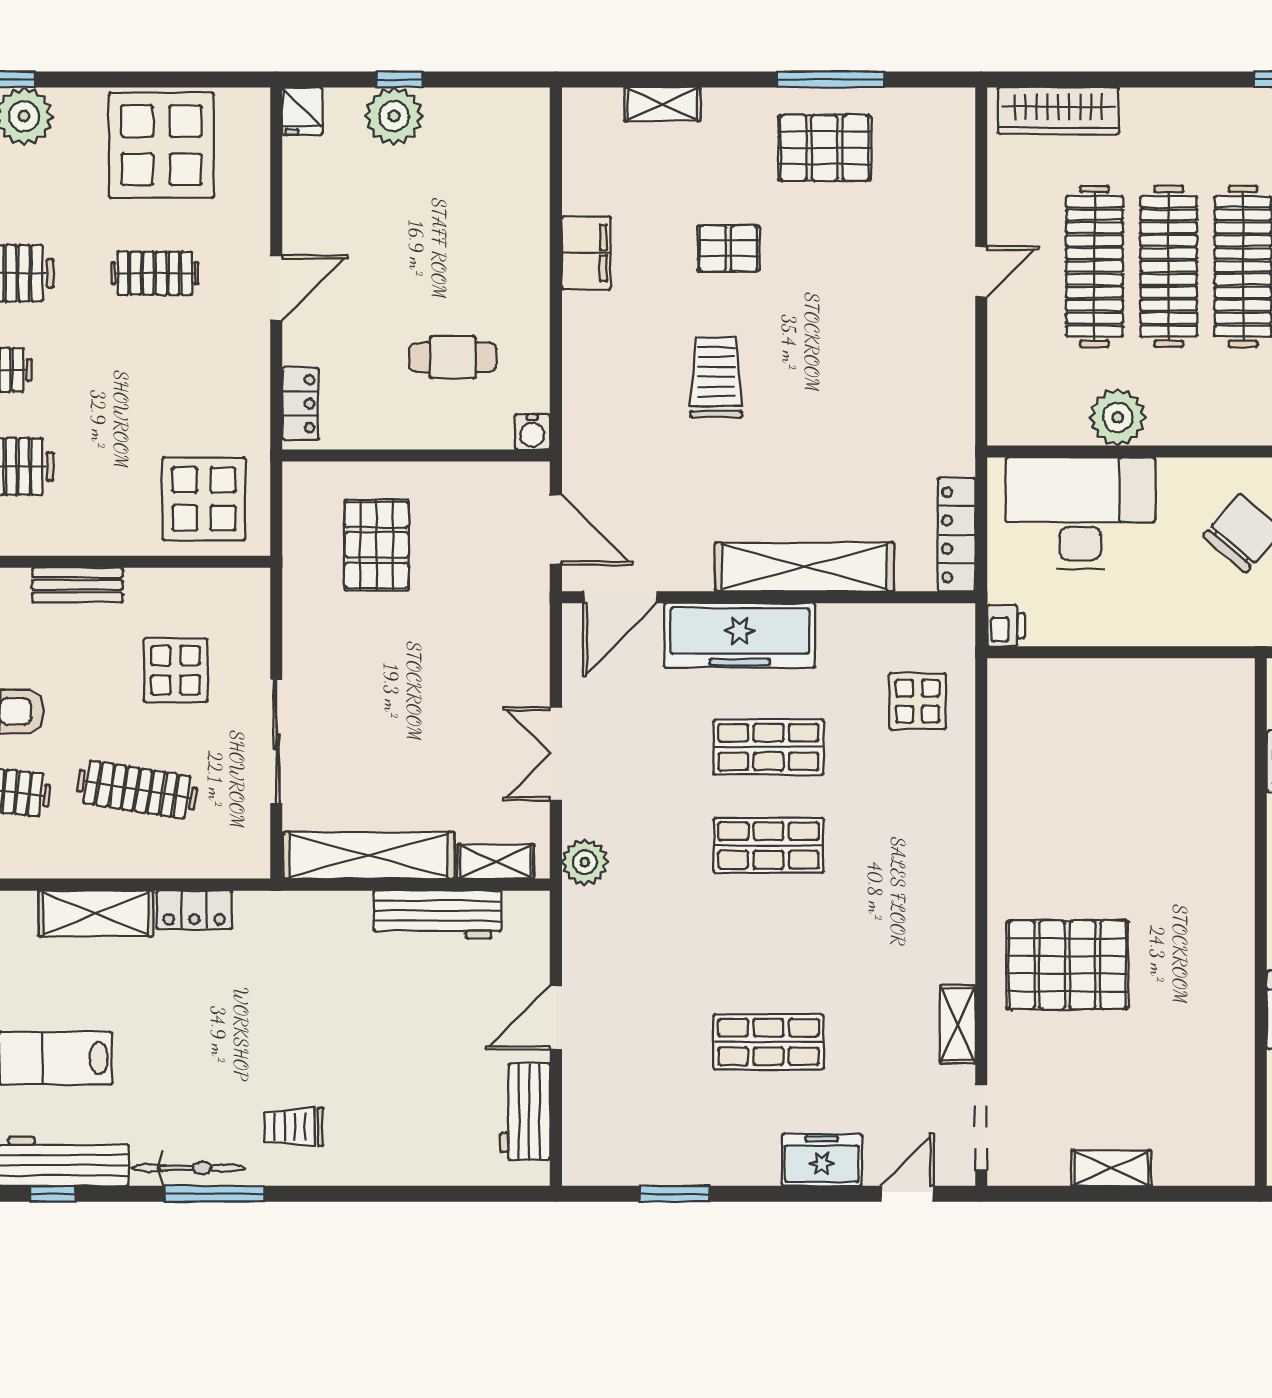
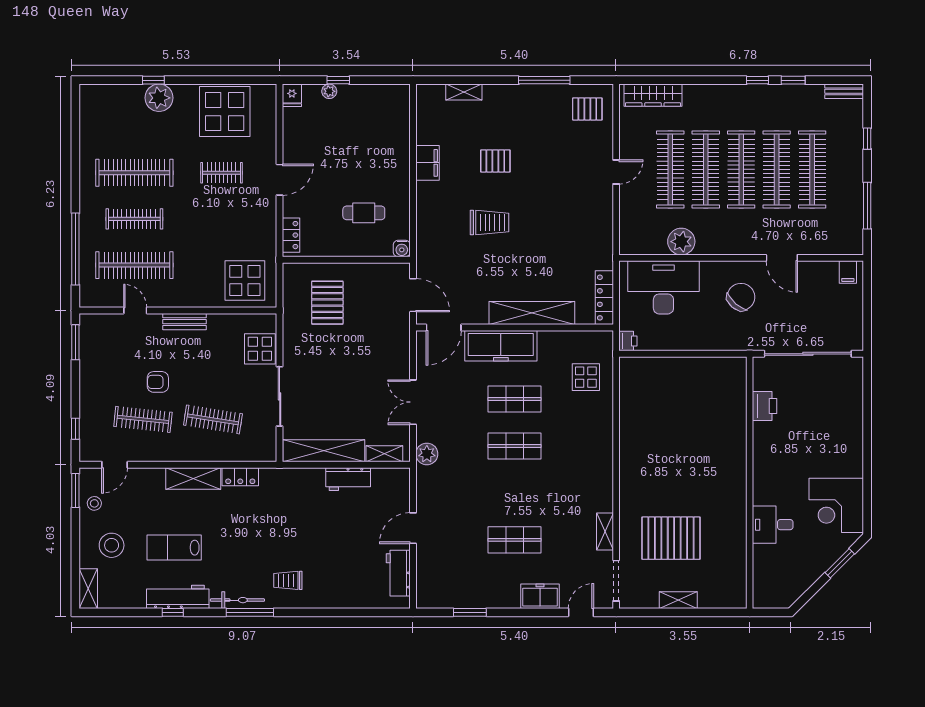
plant: (394, 116) -> (329, 91), width x0.53, depth x0.53
pallet: (824, 148) -> (587, 109), moved, width x0.67, depth x0.71
trolley: (716, 377) -> (490, 222), turned 90
display table: (175, 670) -> (260, 349), moved
workbench: (438, 915) -> (348, 479), width x0.73
pallet: (1067, 965) -> (671, 538), moved

